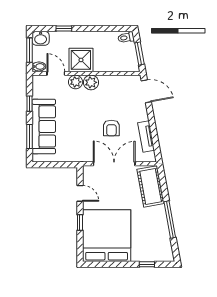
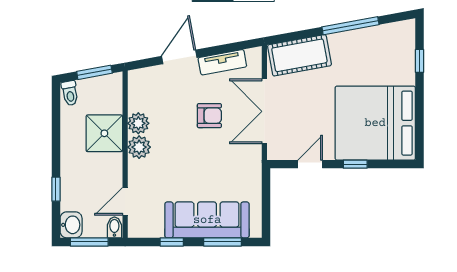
shower: (81, 60) -> (104, 133), moved
plant: (76, 82) -> (138, 123), moved
door: (146, 91) -> (179, 57), moved

